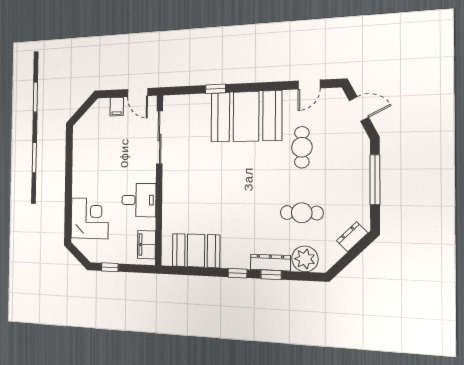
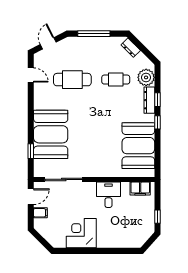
window: (215, 89) -> (31, 151), moved
booth: (246, 116) -> (51, 134), moved
cafe table: (302, 147) -> (72, 80), width x1.37, depth x1.35
cafe table: (302, 213) -> (116, 80), turned 90
corner desk: (90, 218) -> (81, 233), moved
booth: (196, 251) -> (138, 146), width x1.36, depth x1.42

